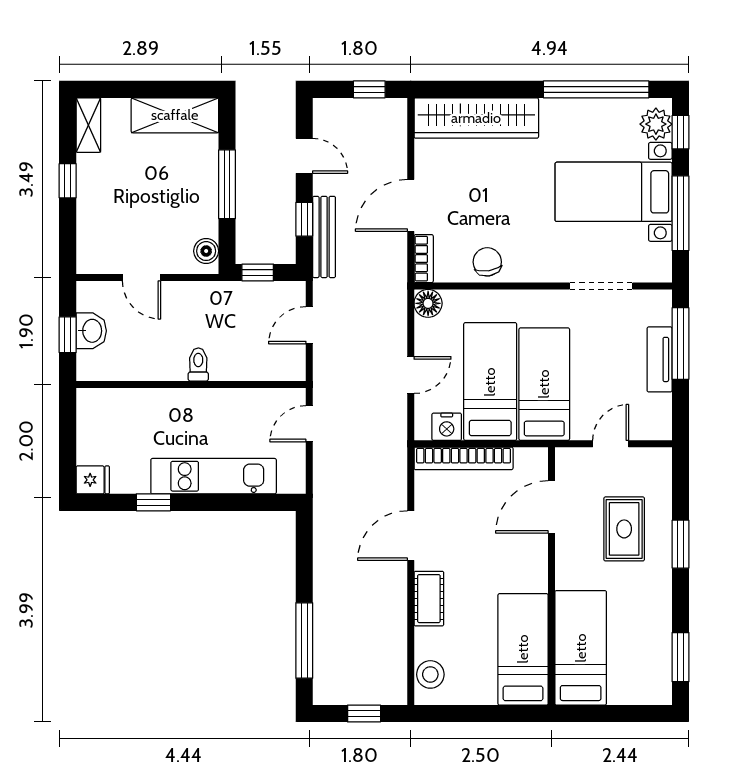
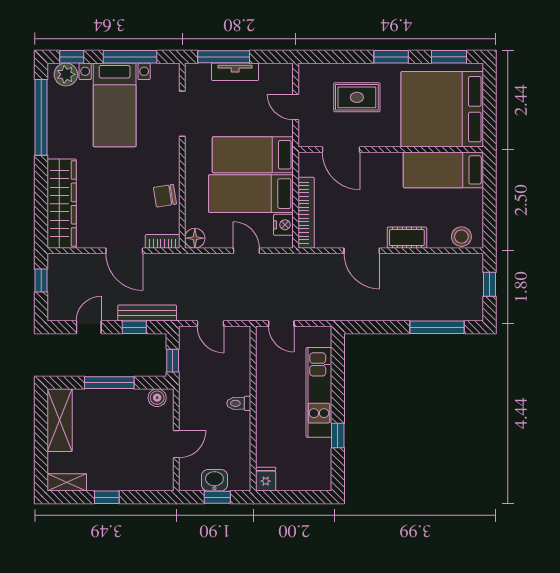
fridge: (93, 480) -> (266, 479), moved
window: (680, 544) -> (391, 57), moved
bed: (581, 648) -> (442, 109), width x2.04

